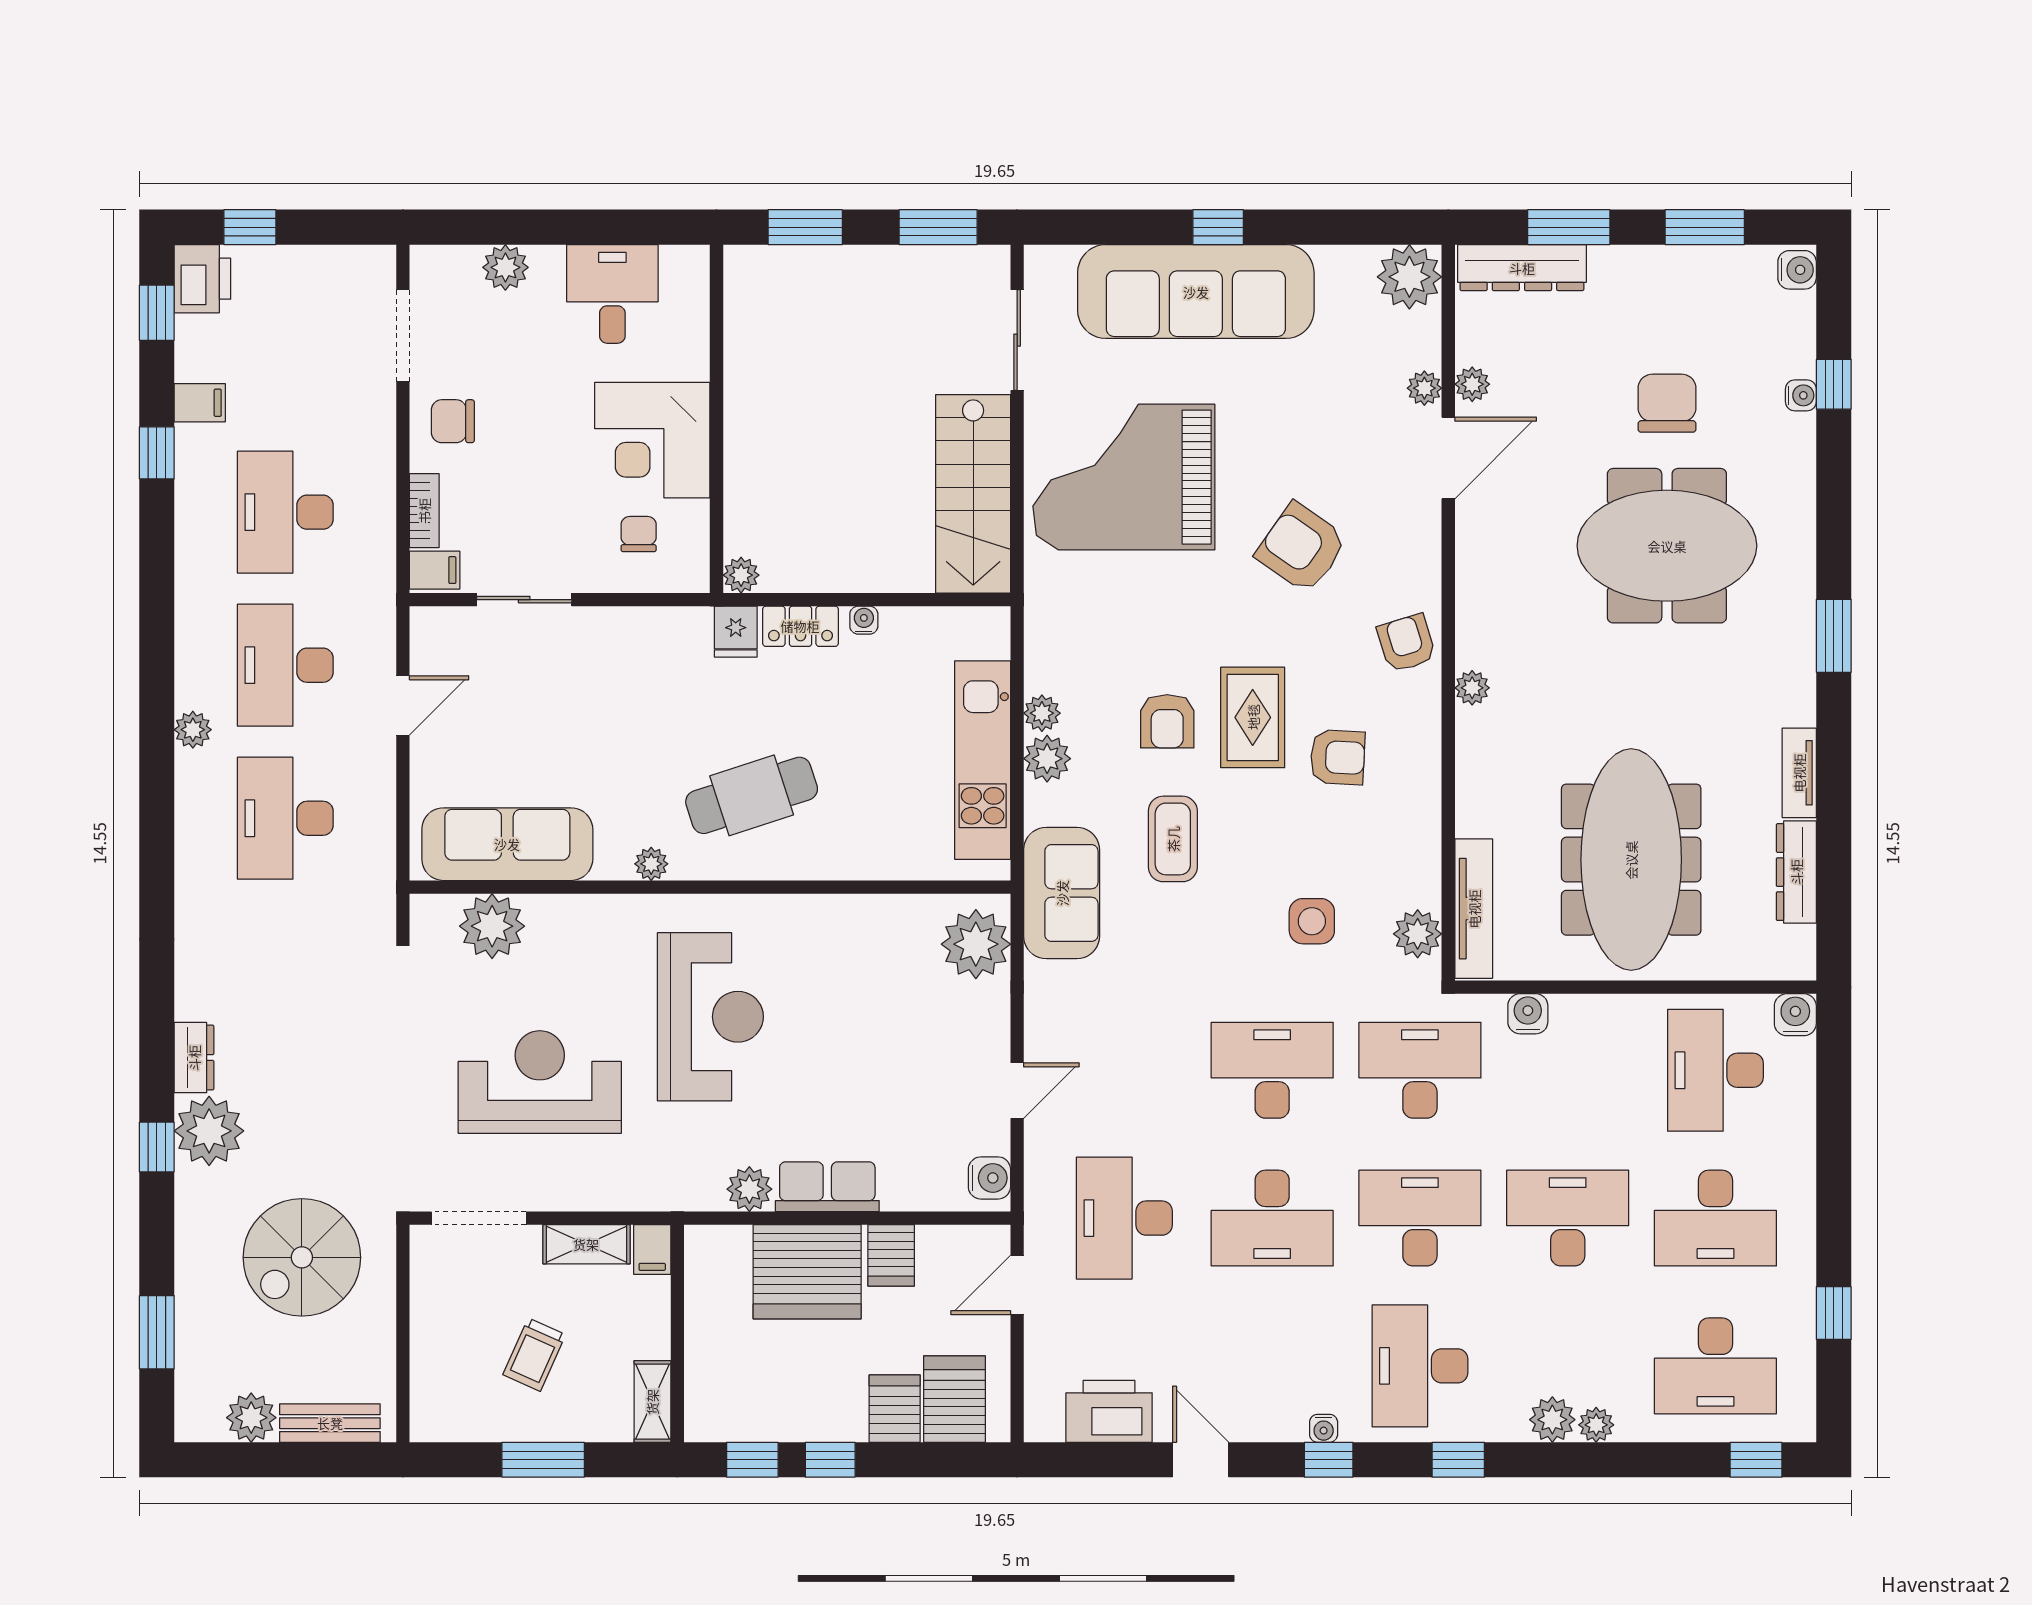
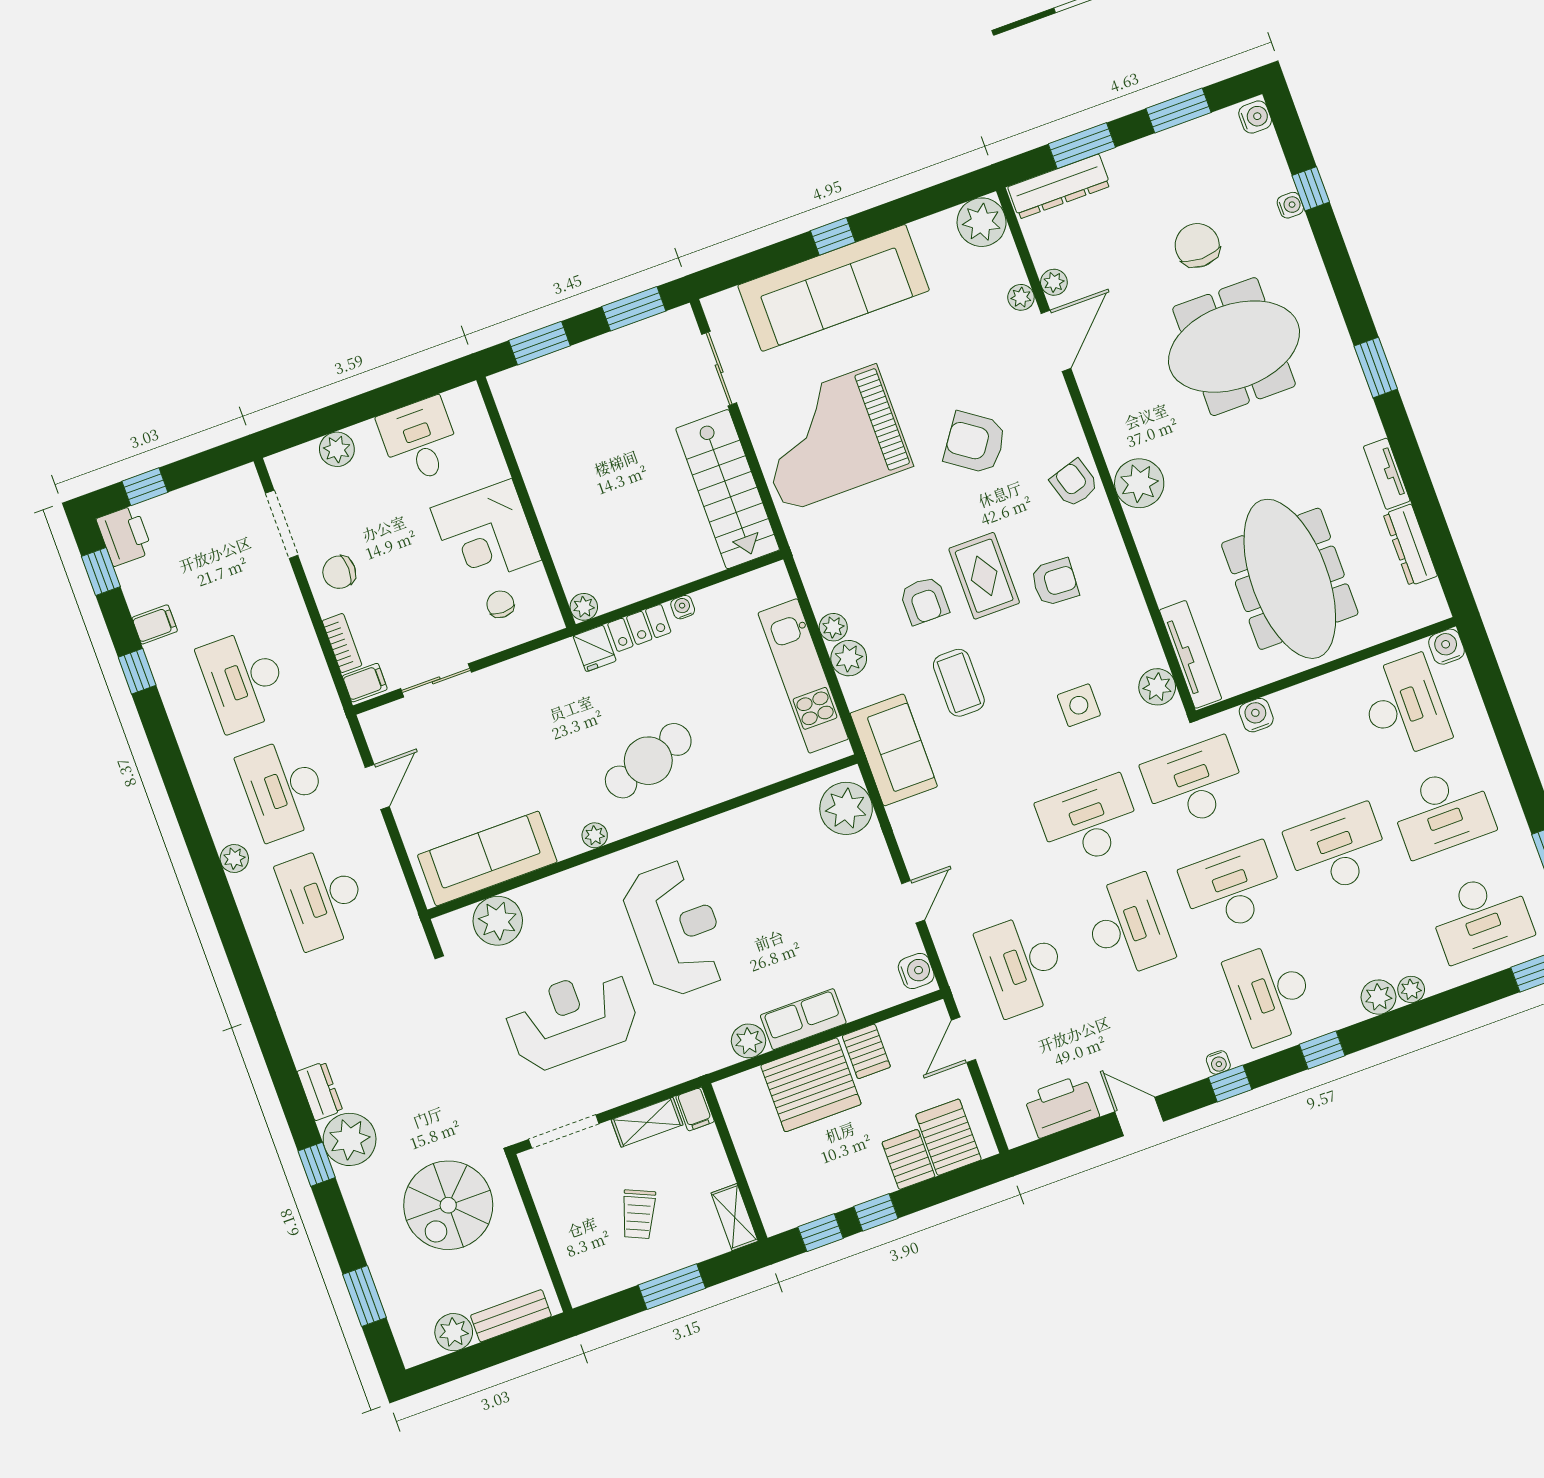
plant: (1472, 688) -> (1139, 483), width x1.87, depth x1.87
desk: (1715, 1070) -> (1404, 707), turned 180
desk: (1272, 1218) -> (1127, 926), turned -90

